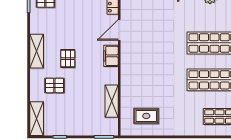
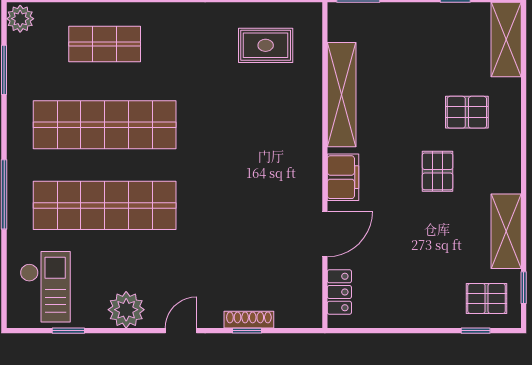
shelving: (37, 51) -> (506, 231), moved
shelving: (112, 101) -> (342, 95), width x1.47

